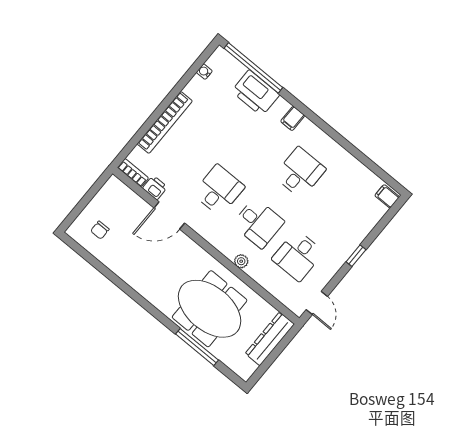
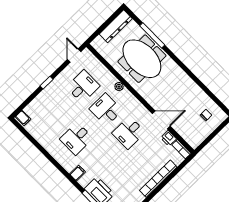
dresser: (270, 339) -> (116, 26), moved

